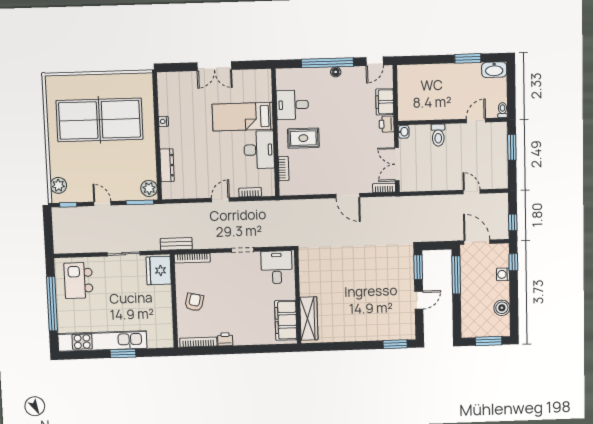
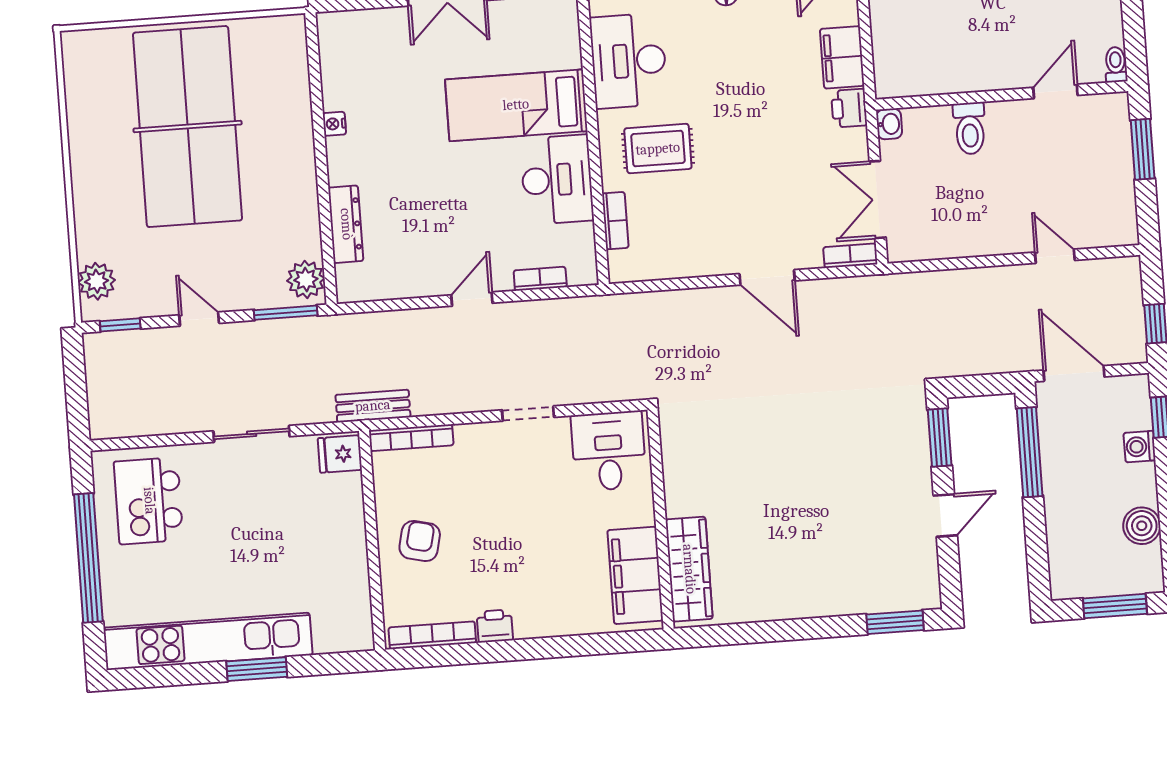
desk: (292, 105) -> (629, 61), width x1.37
table tennis table: (100, 120) -> (188, 127), turned 90
fridge: (159, 271) -> (340, 454), width x0.53, depth x0.75

